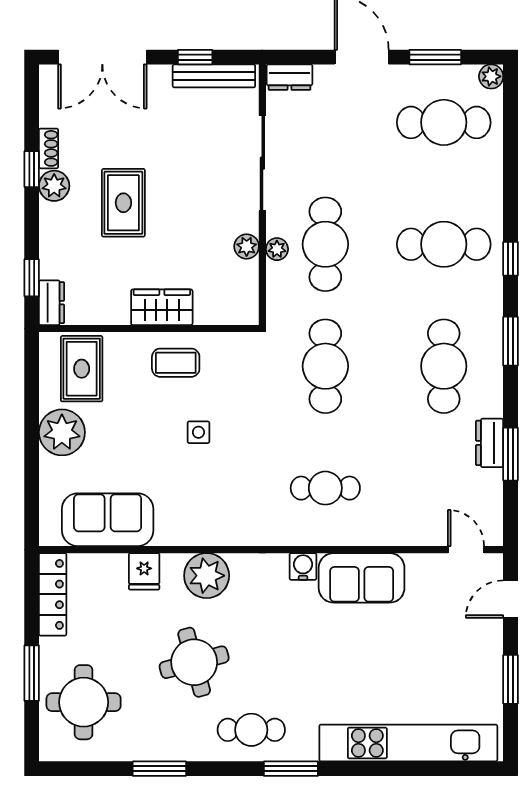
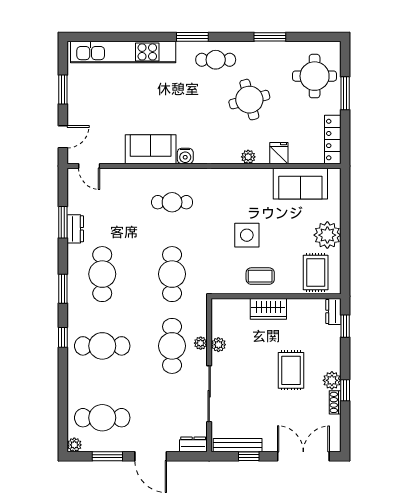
side table: (198, 432) -> (247, 235), width x1.87, depth x1.87
plant: (207, 576) -> (248, 157), width x0.53, depth x0.53

